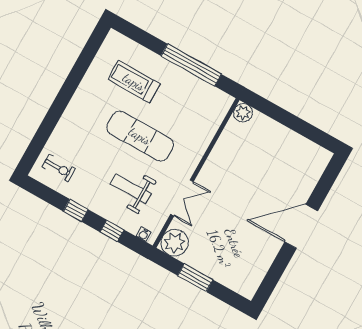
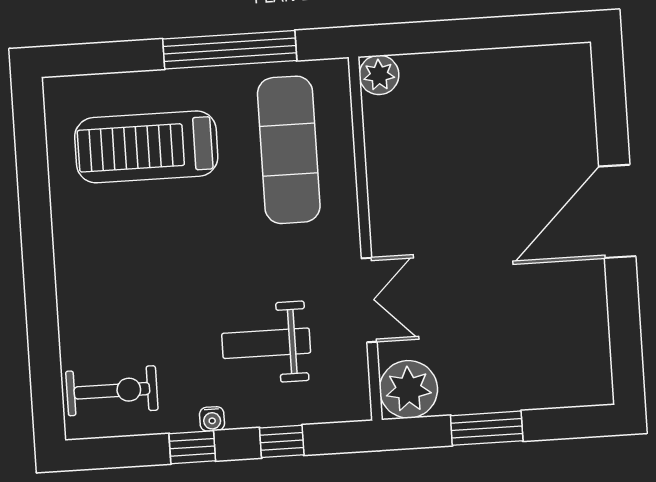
treadmill: (134, 82) -> (146, 147), width x1.37, depth x1.38
exercise mat: (140, 136) -> (289, 150), moved, turned 90
exercise bike: (59, 168) -> (112, 391), width x1.38, depth x1.39
water cooler: (144, 234) -> (212, 419), moved

